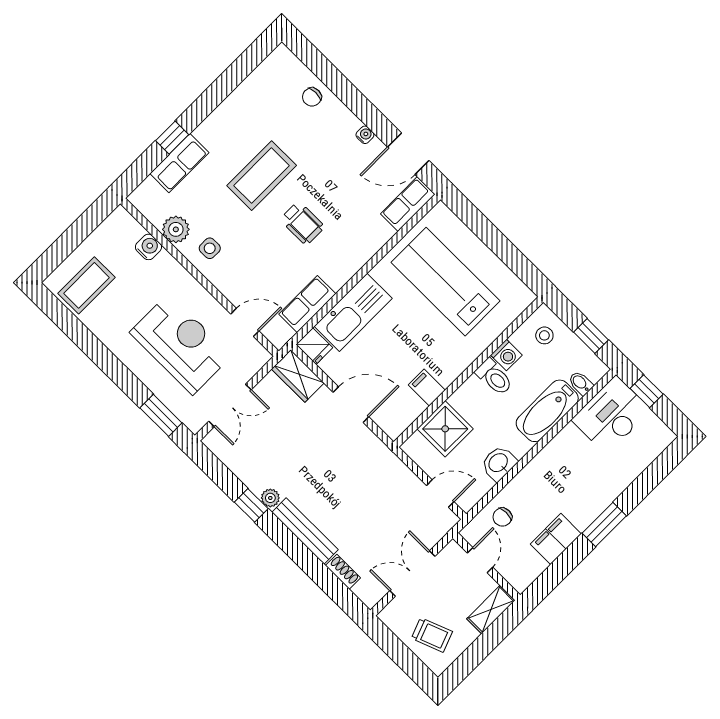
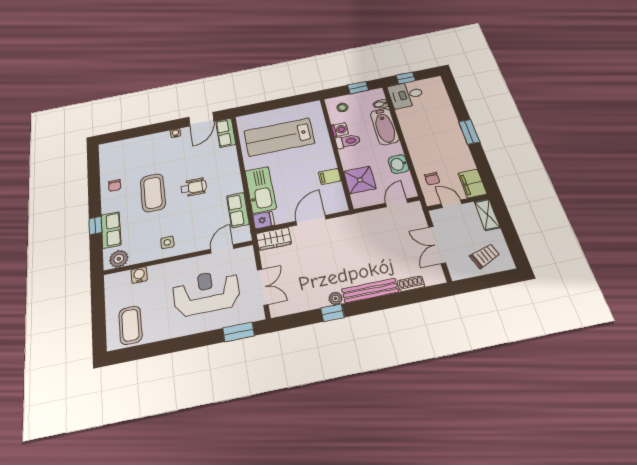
chair: (312, 97) -> (115, 185), moved
plant: (176, 229) -> (119, 259), moved
desk: (611, 415) -> (406, 95), width x0.73
filing cabinet: (556, 539) -> (472, 183), moved

